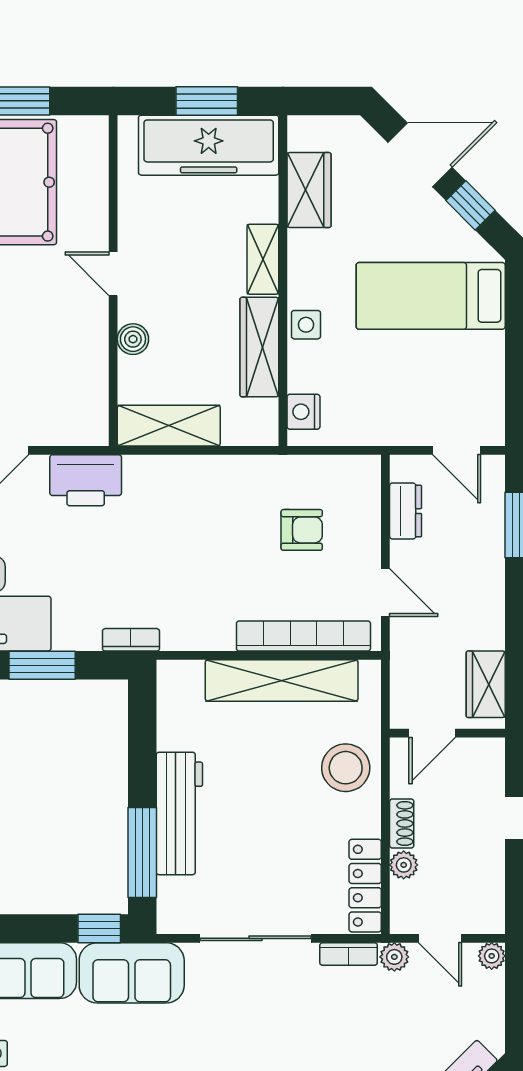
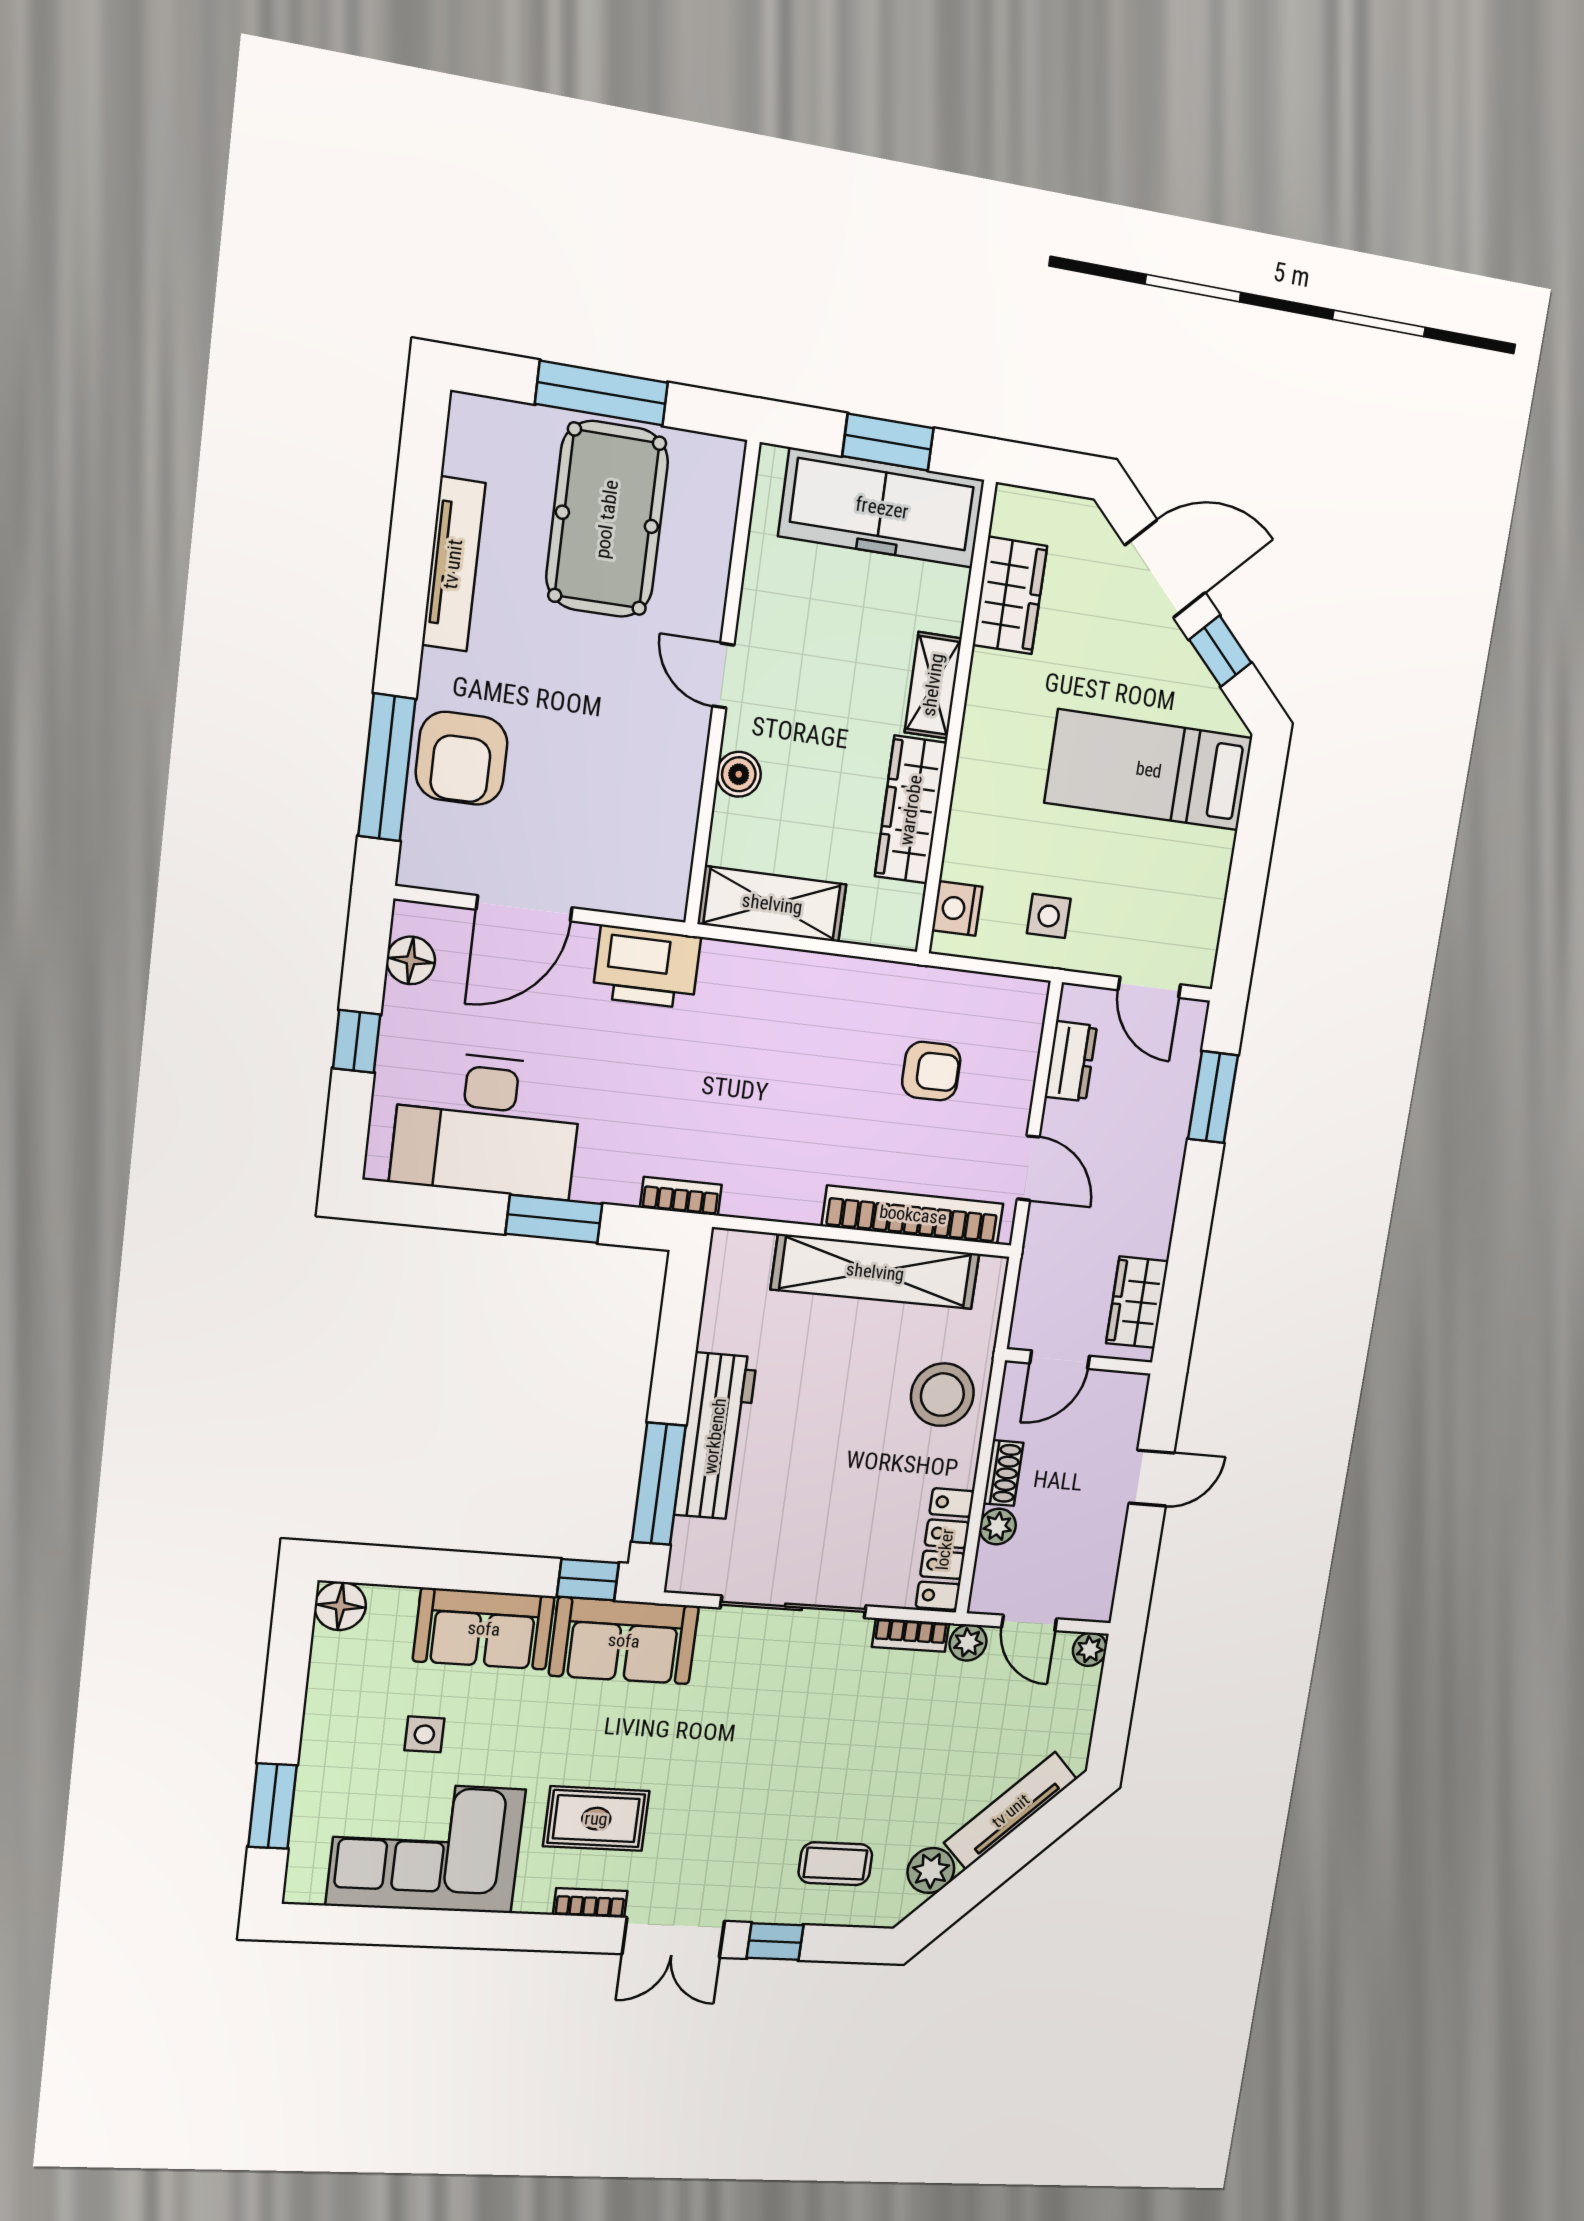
side table: (306, 325) -> (1049, 916), moved

